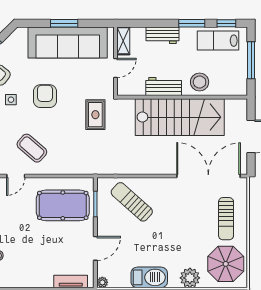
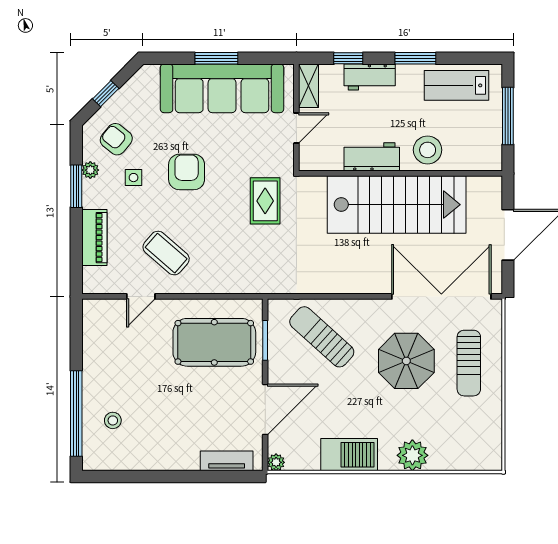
window: (226, 23) -> (348, 58), moved
door: (95, 248) -> (265, 409), width x1.36
parasol: (226, 264) -> (406, 361), moved

